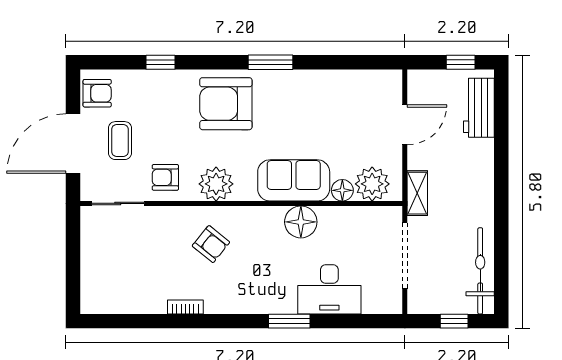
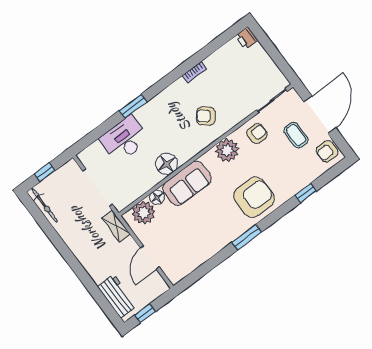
bicycle: (480, 271) -> (44, 205), width x0.73, depth x0.71
printer: (92, 301) -> (247, 38), added

